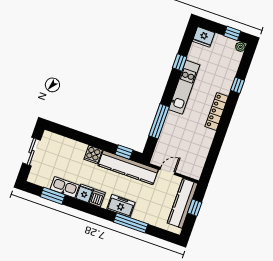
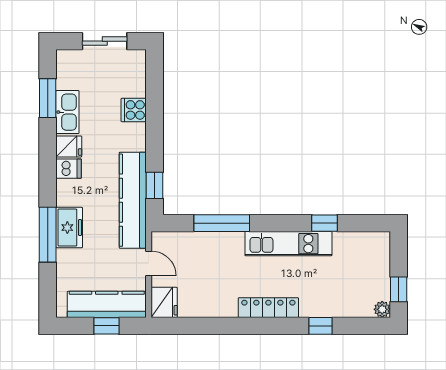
fridge: (204, 37) -> (164, 302), moved, turned 180
cooker: (93, 155) -> (134, 110), moved
freezer: (121, 206) -> (69, 228), moved

